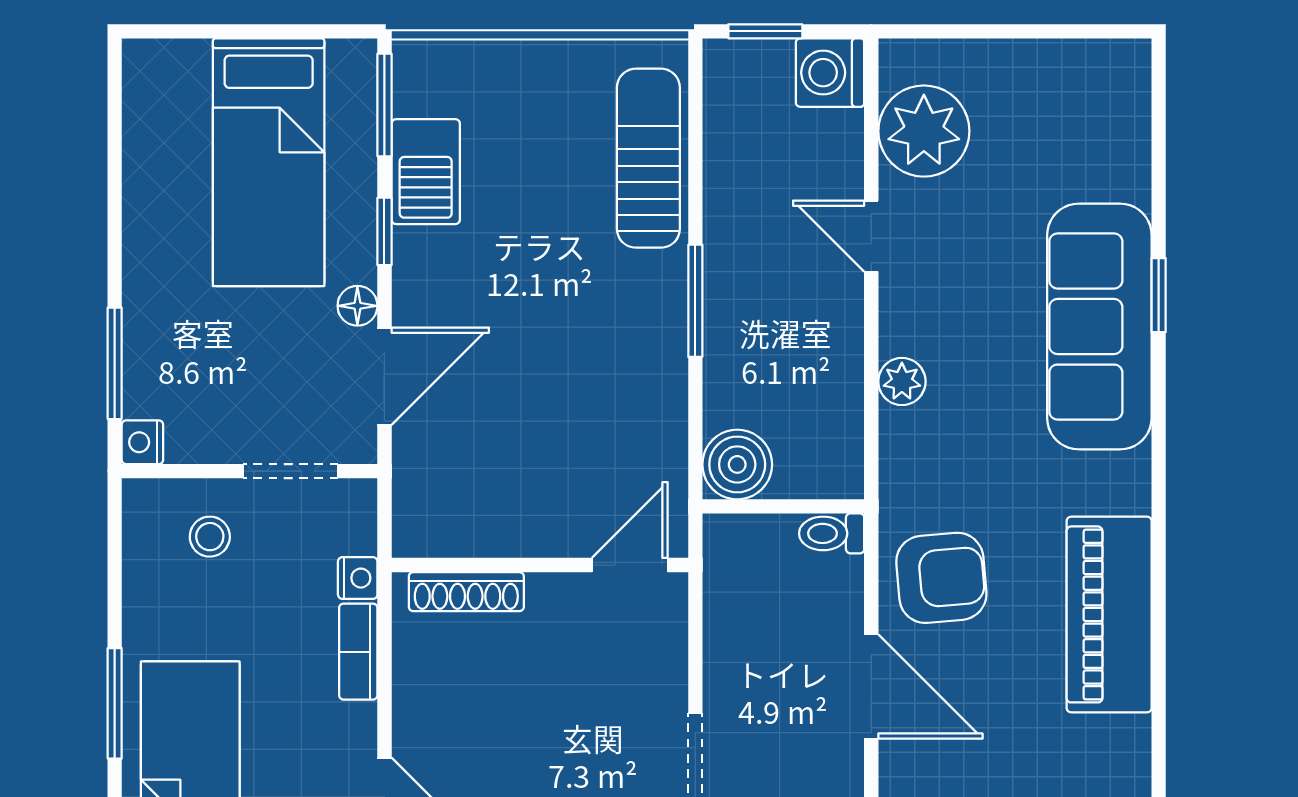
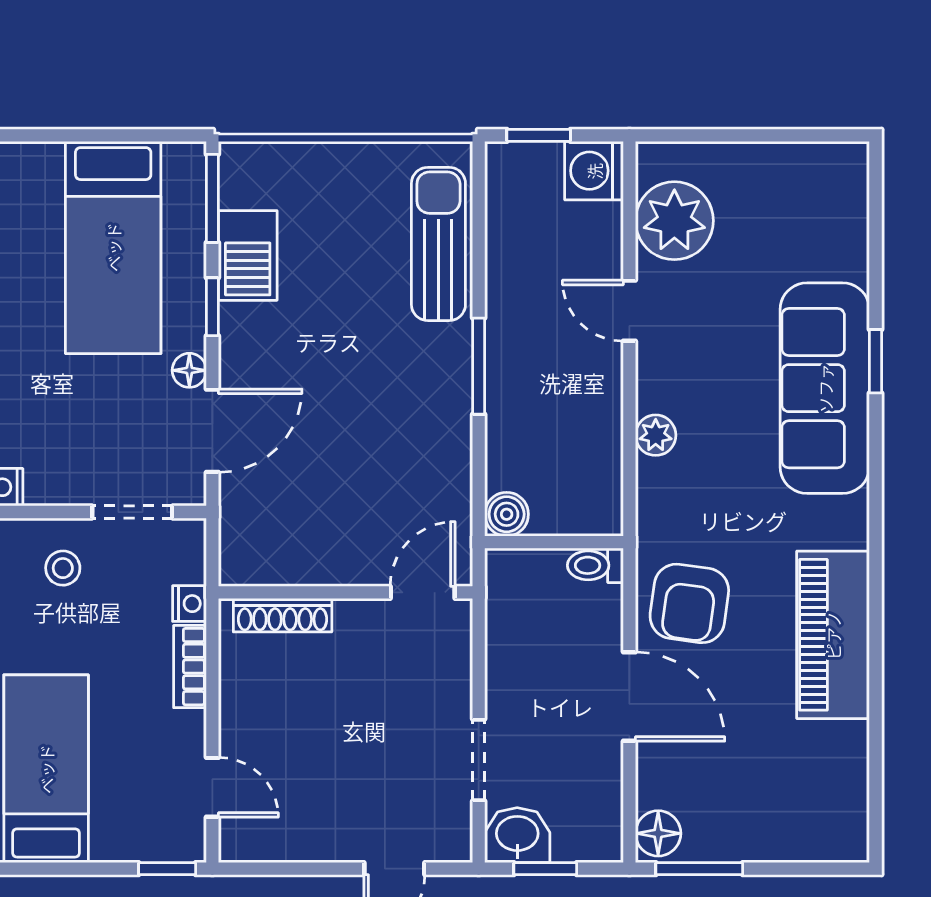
boiler: (737, 464) -> (507, 514), width x0.73, depth x0.73
armchair: (941, 578) -> (689, 603), turned 103

